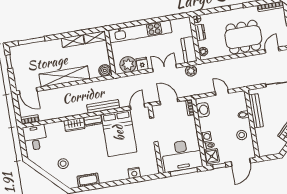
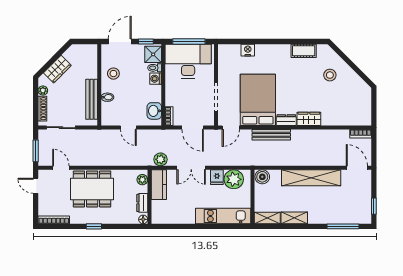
kitchen unit: (140, 31) -> (223, 216), width x0.73
door: (272, 50) -> (61, 168), swing flipped
desk: (35, 138) -> (358, 111), removed

